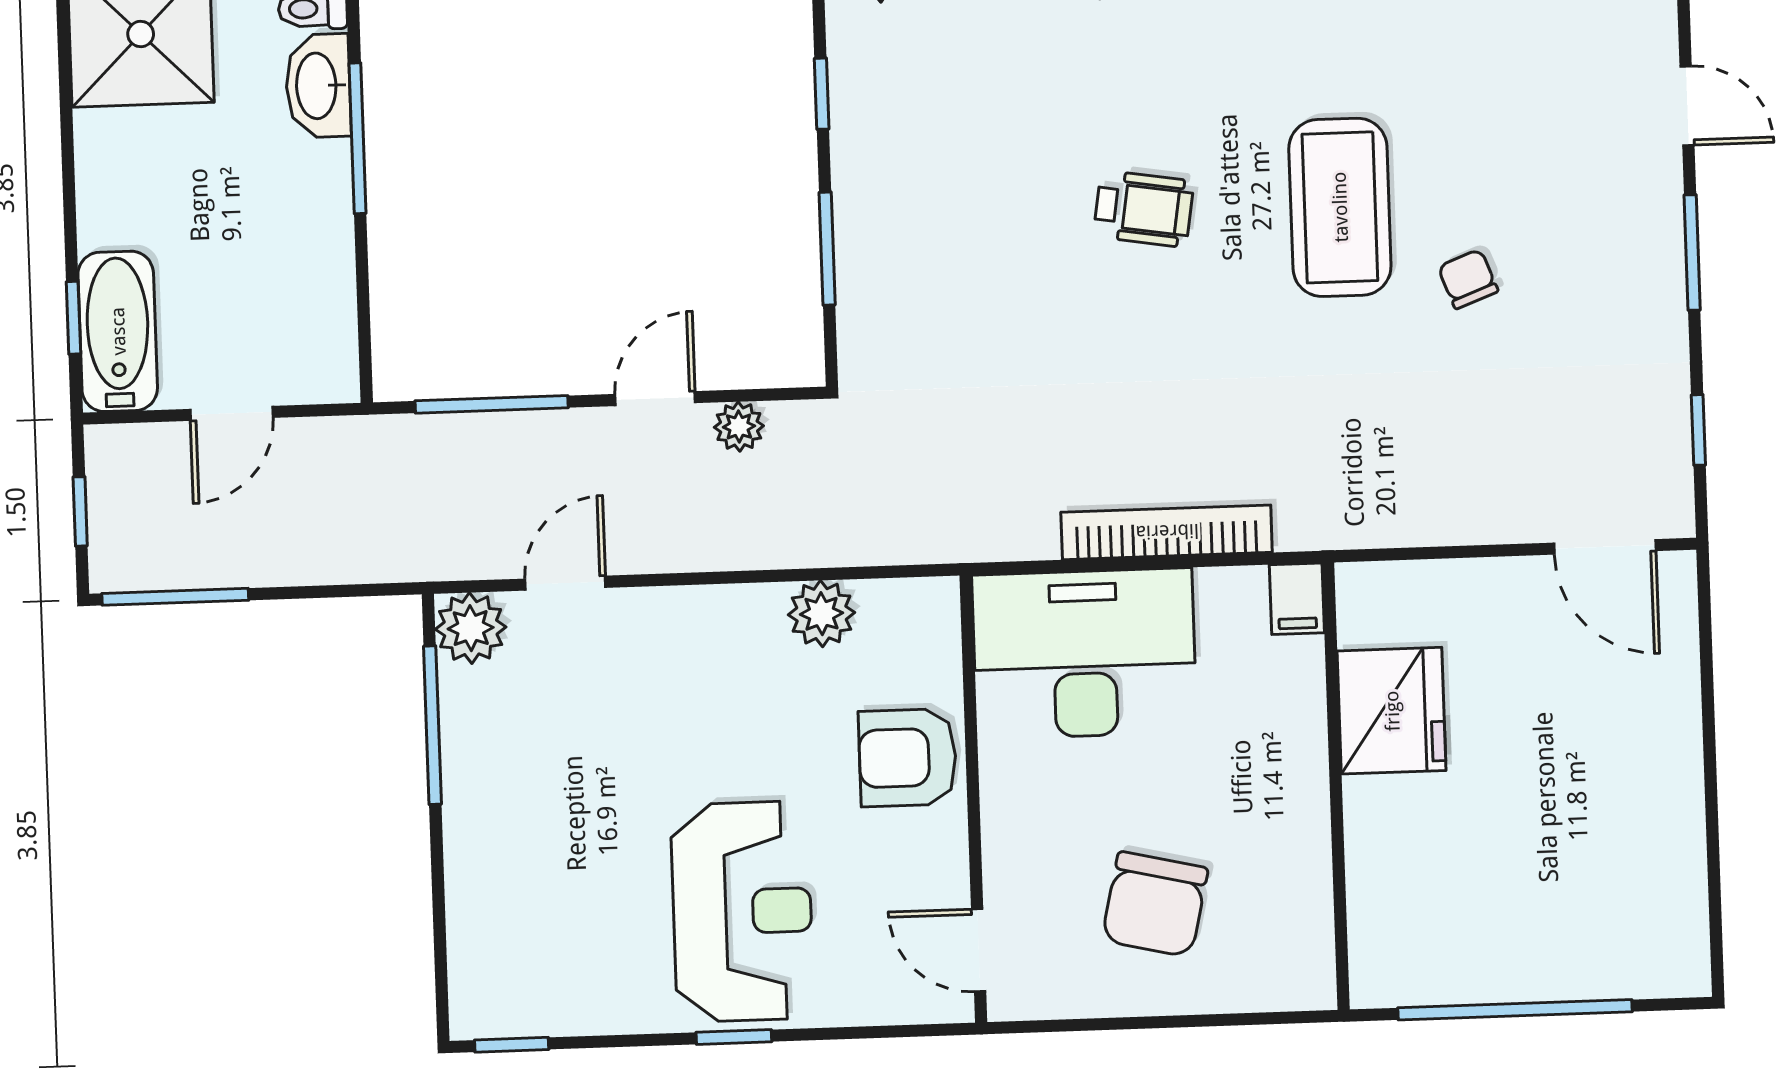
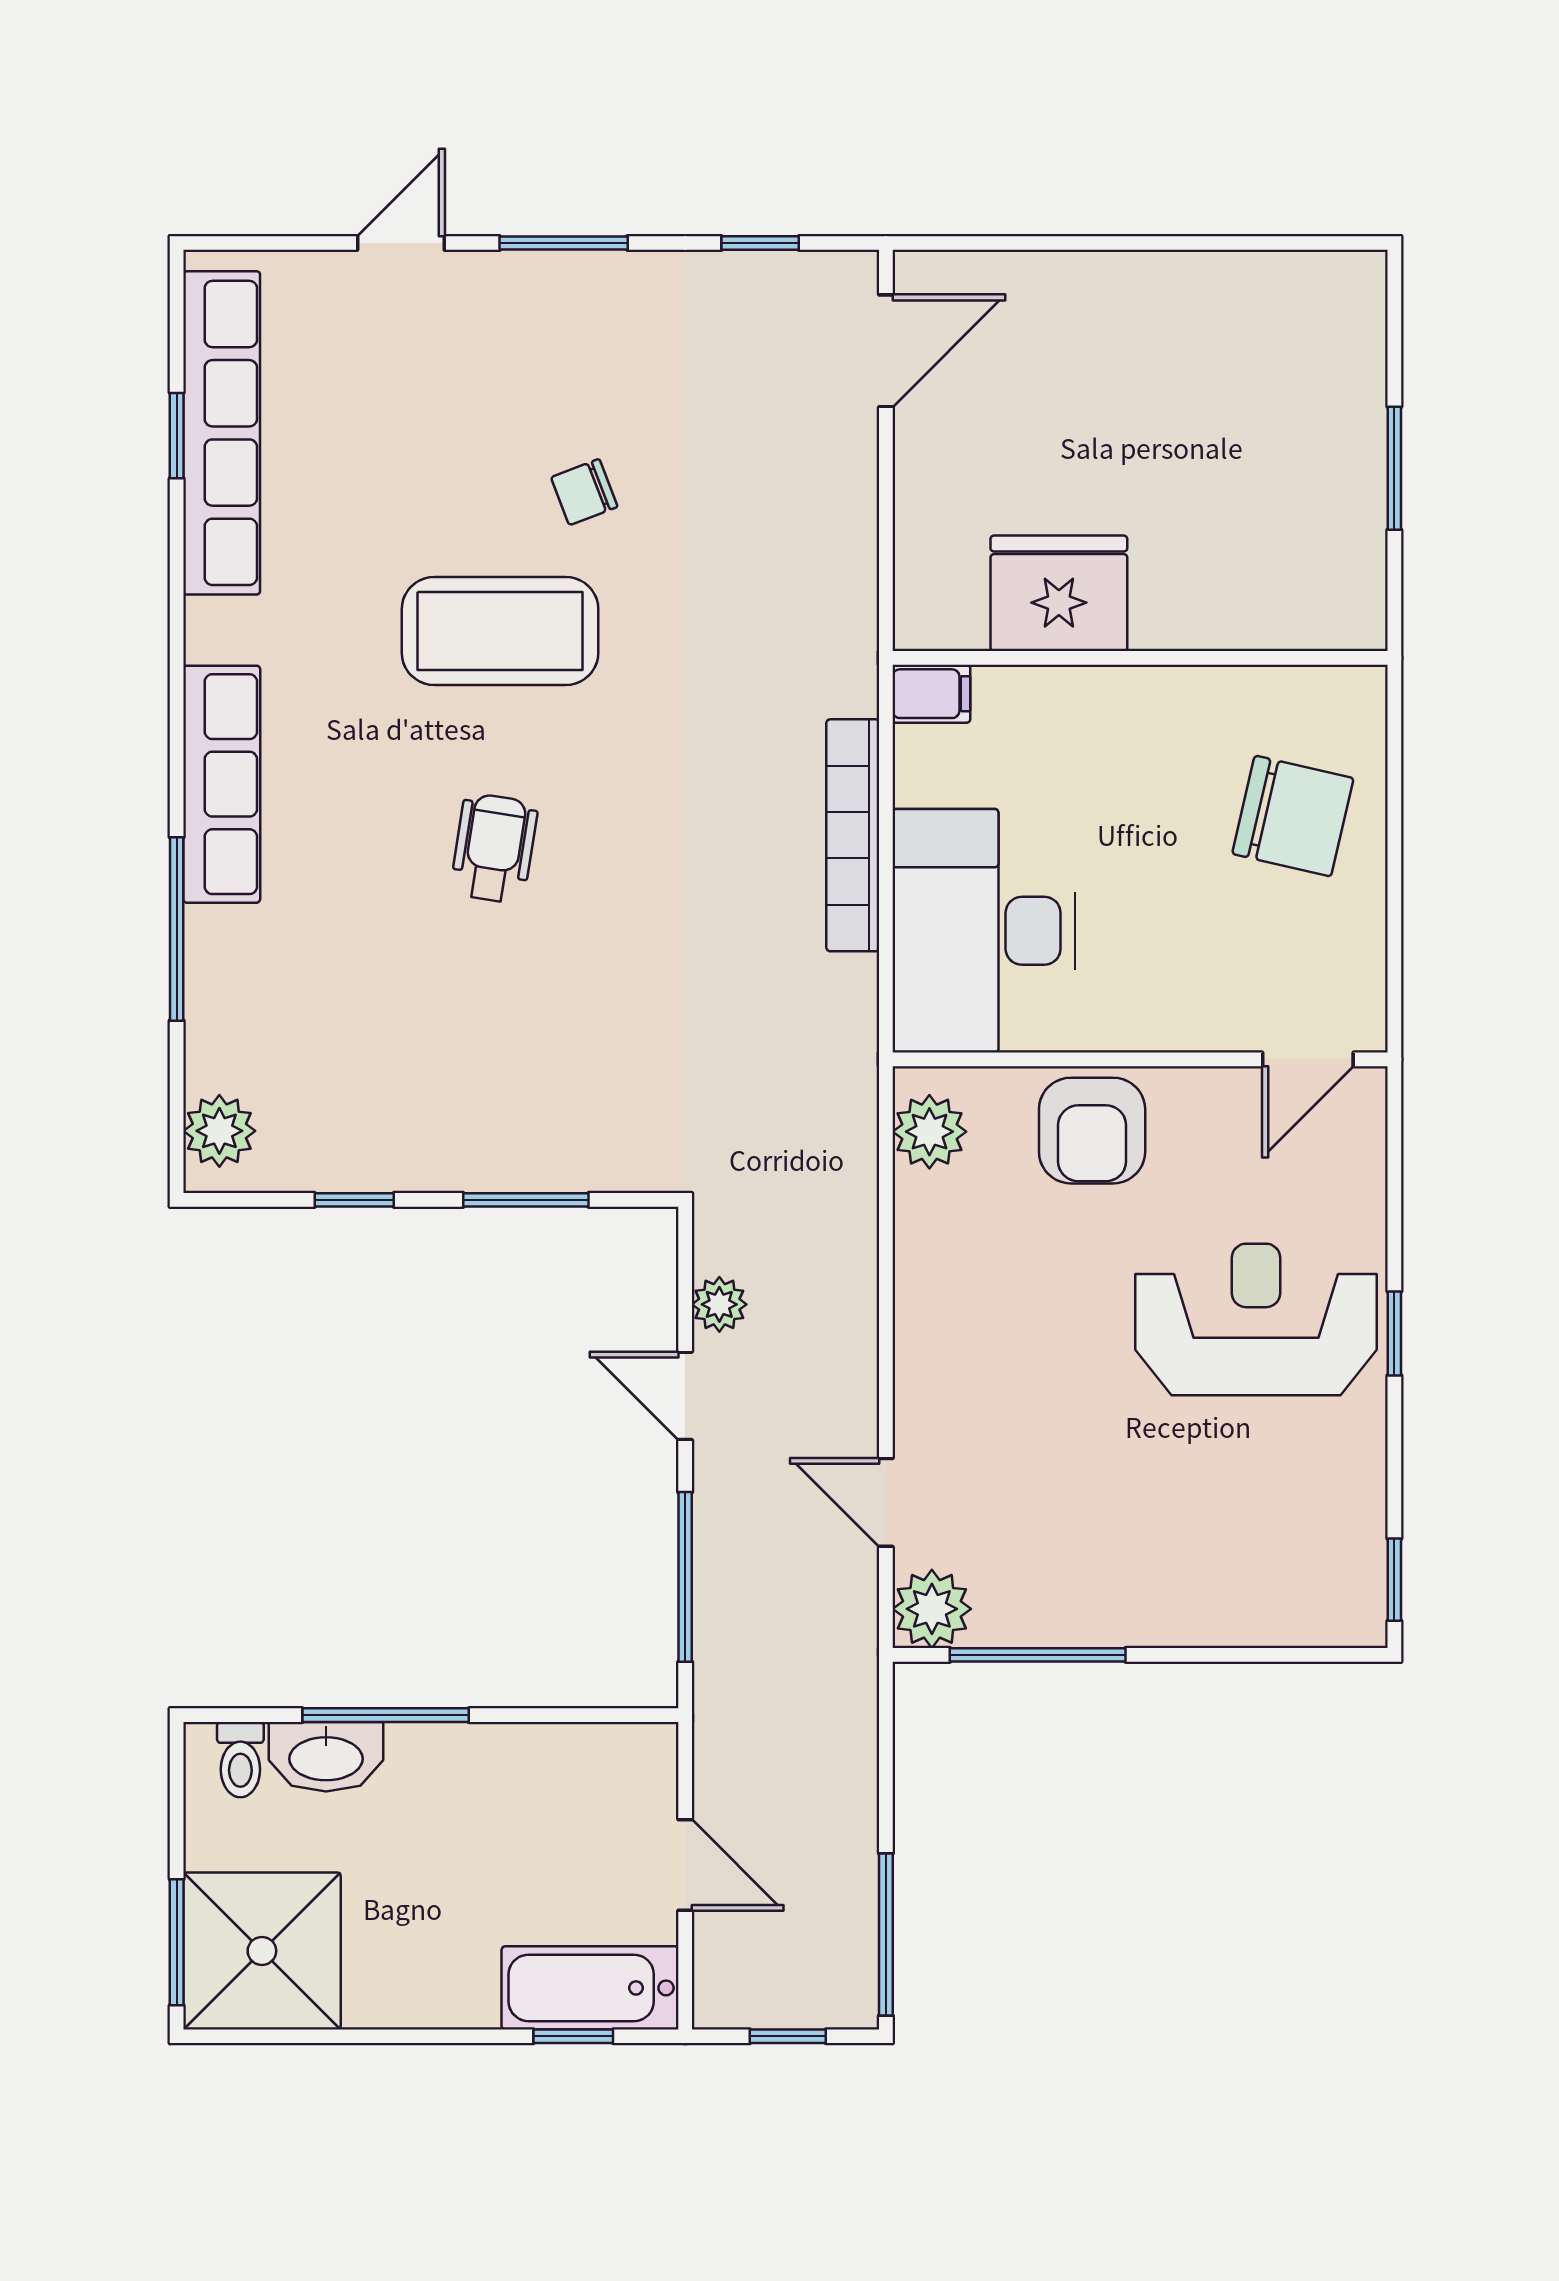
plant: (822, 614) -> (929, 1132), moved
chair: (1155, 904) -> (1293, 816), moved
window: (1515, 1010) -> (1394, 468), width x0.47

